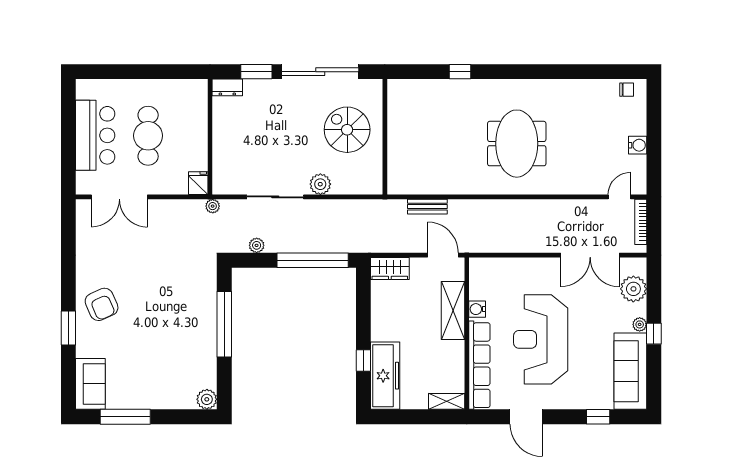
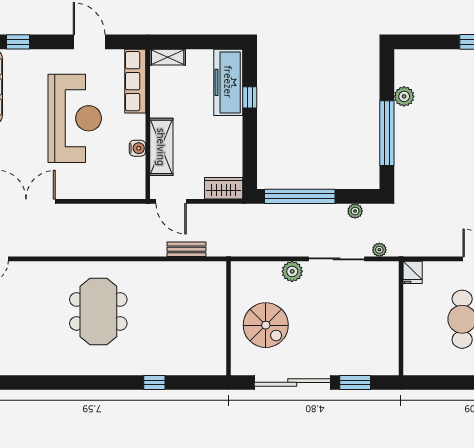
dresser: (227, 87) -> (384, 367), removed
plant: (213, 206) -> (379, 250), moved
row of seats: (479, 365) -> (135, 81), width x0.73
plant: (207, 399) -> (404, 96), moved

